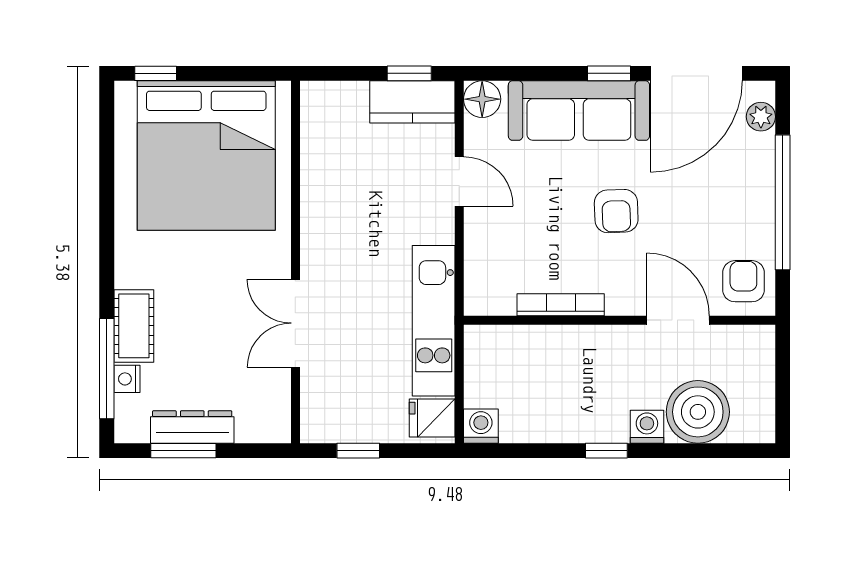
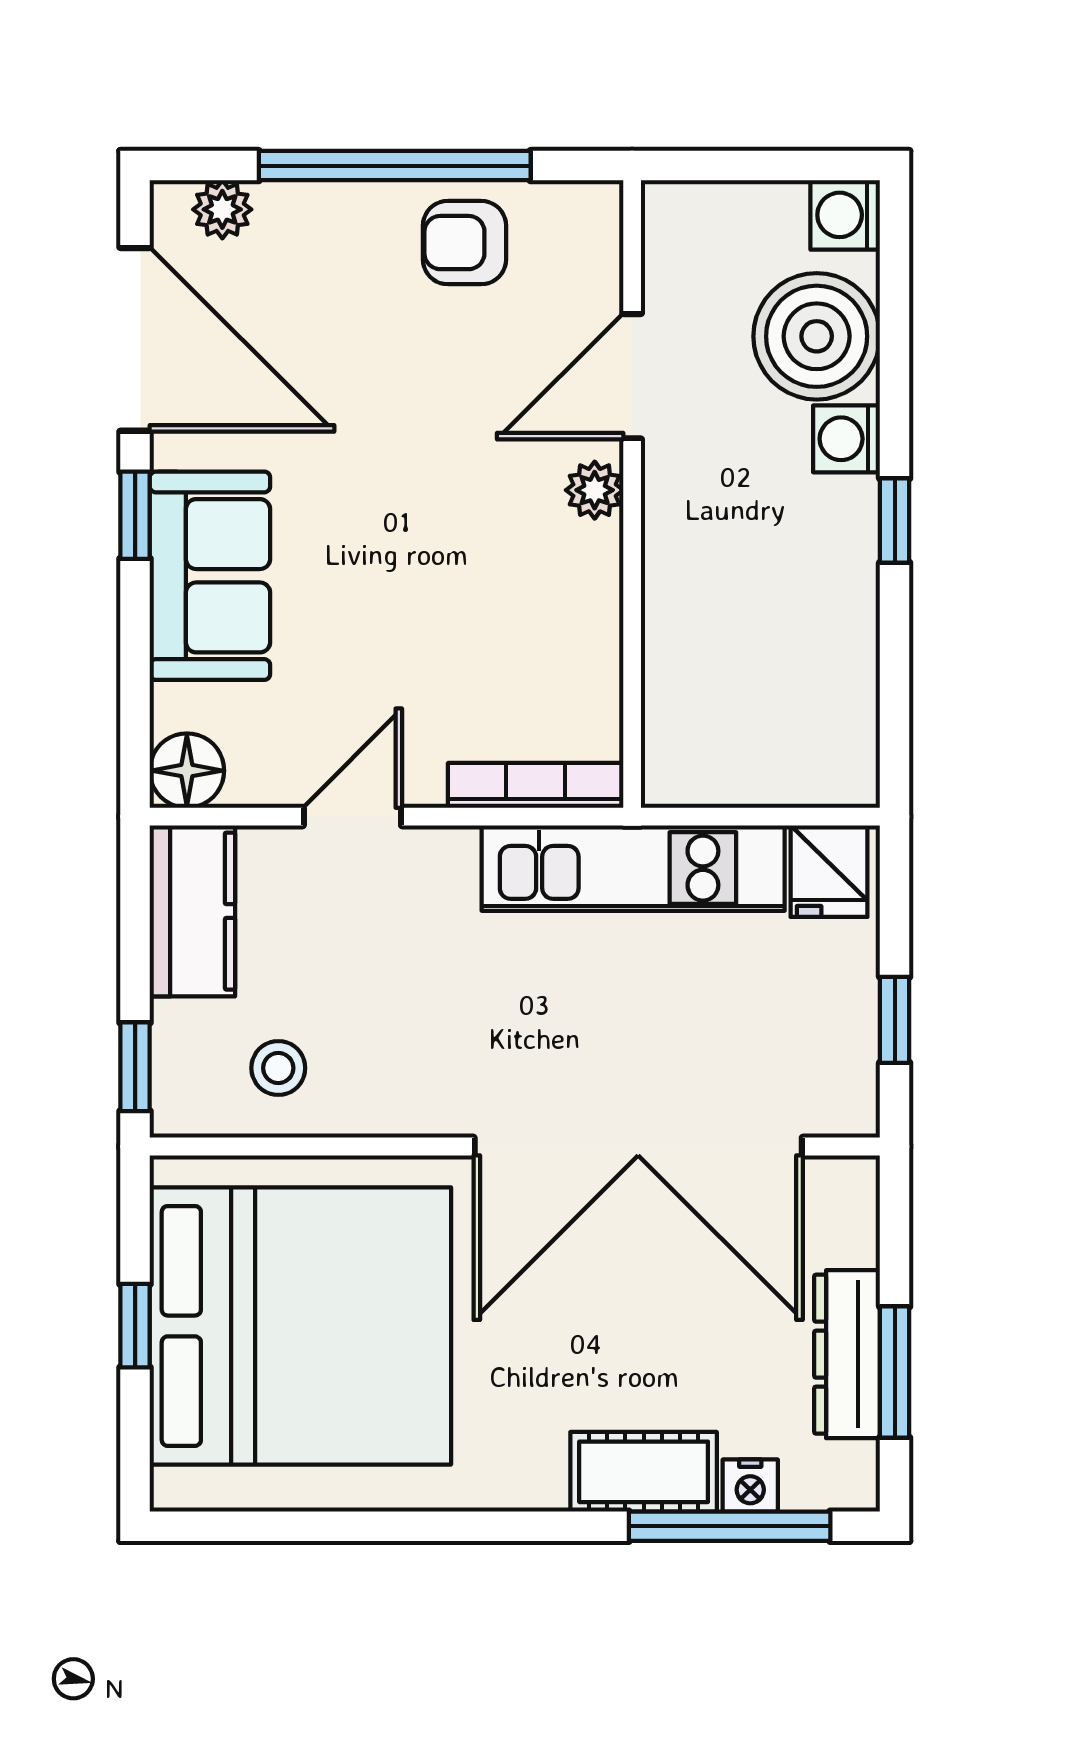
window: (156, 73) -> (135, 1326), moved
window: (409, 73) -> (135, 1067), moved
sofa: (579, 111) -> (210, 576), width x0.73
stool: (334, 144) -> (278, 1068), added
armchair: (616, 211) -> (412, 501), removed
armchair: (743, 281) -> (464, 243), moved
plant: (621, 302) -> (595, 490), added
bookcase: (561, 305) -> (536, 785), moved, turned 90
double door: (295, 323) -> (638, 1146), width x1.87
washing machine: (481, 426) -> (845, 215), moved

